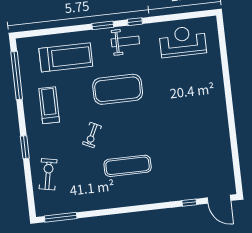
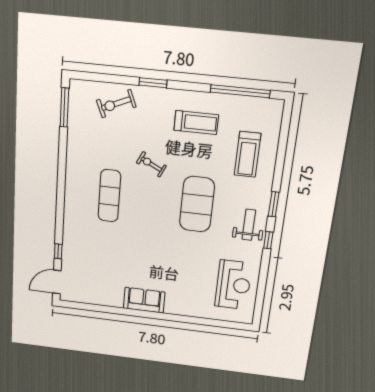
weight bench: (125, 41) -> (249, 225), turned 180
treadmill: (66, 57) -> (247, 154), width x0.73, depth x0.73
sofa: (217, 117) -> (144, 300), added
exercise bike: (48, 174) -> (116, 104), turned 146

